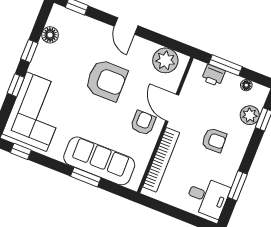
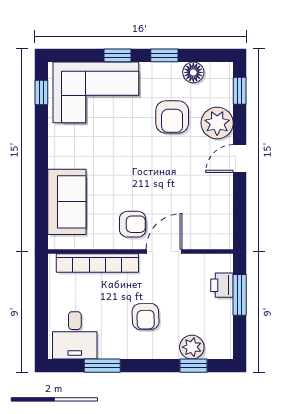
plant: (165, 60) -> (217, 123), moved
armchair: (106, 80) -> (172, 117), moved, width x0.73, depth x0.73
floor lamp: (246, 85) -> (226, 329), removed
sofa: (99, 161) -> (67, 202), width x0.73
window: (86, 177) -> (41, 182), removed

